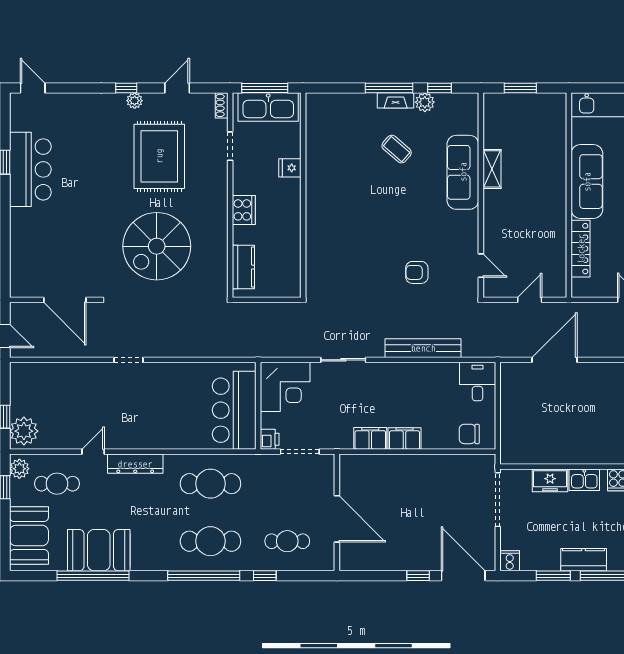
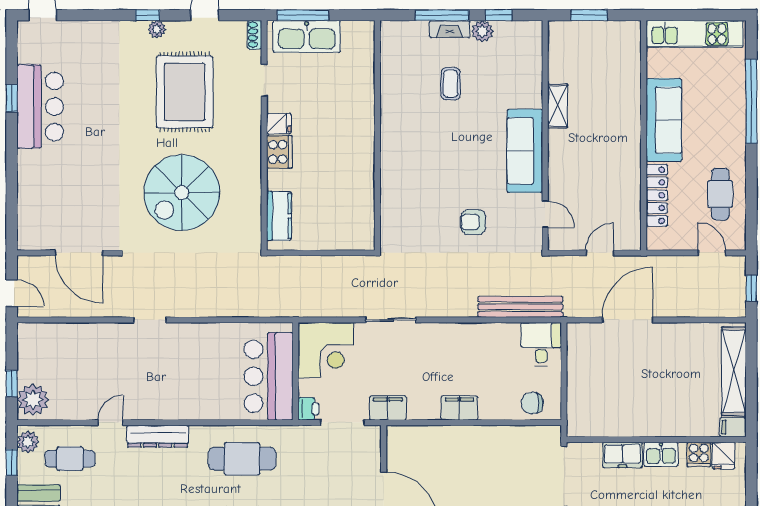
coffee table: (397, 149) -> (451, 84), turned 49
fridge: (290, 168) -> (279, 124), moved, turned 180
sofa: (463, 172) -> (525, 151), moved
wall: (303, 195) -> (377, 135), moved
bench: (423, 348) -> (520, 307), moved
filing cabinet: (370, 438) -> (388, 408), moved

